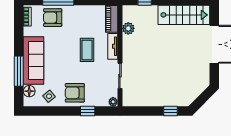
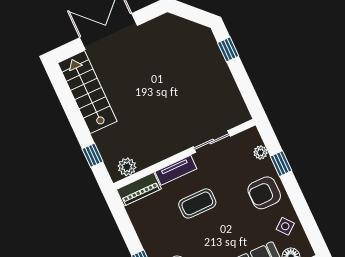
plant: (128, 28) -> (127, 167), moved
armchair: (75, 93) -> (264, 193), turned 90
plant: (113, 102) -> (261, 152), moved

